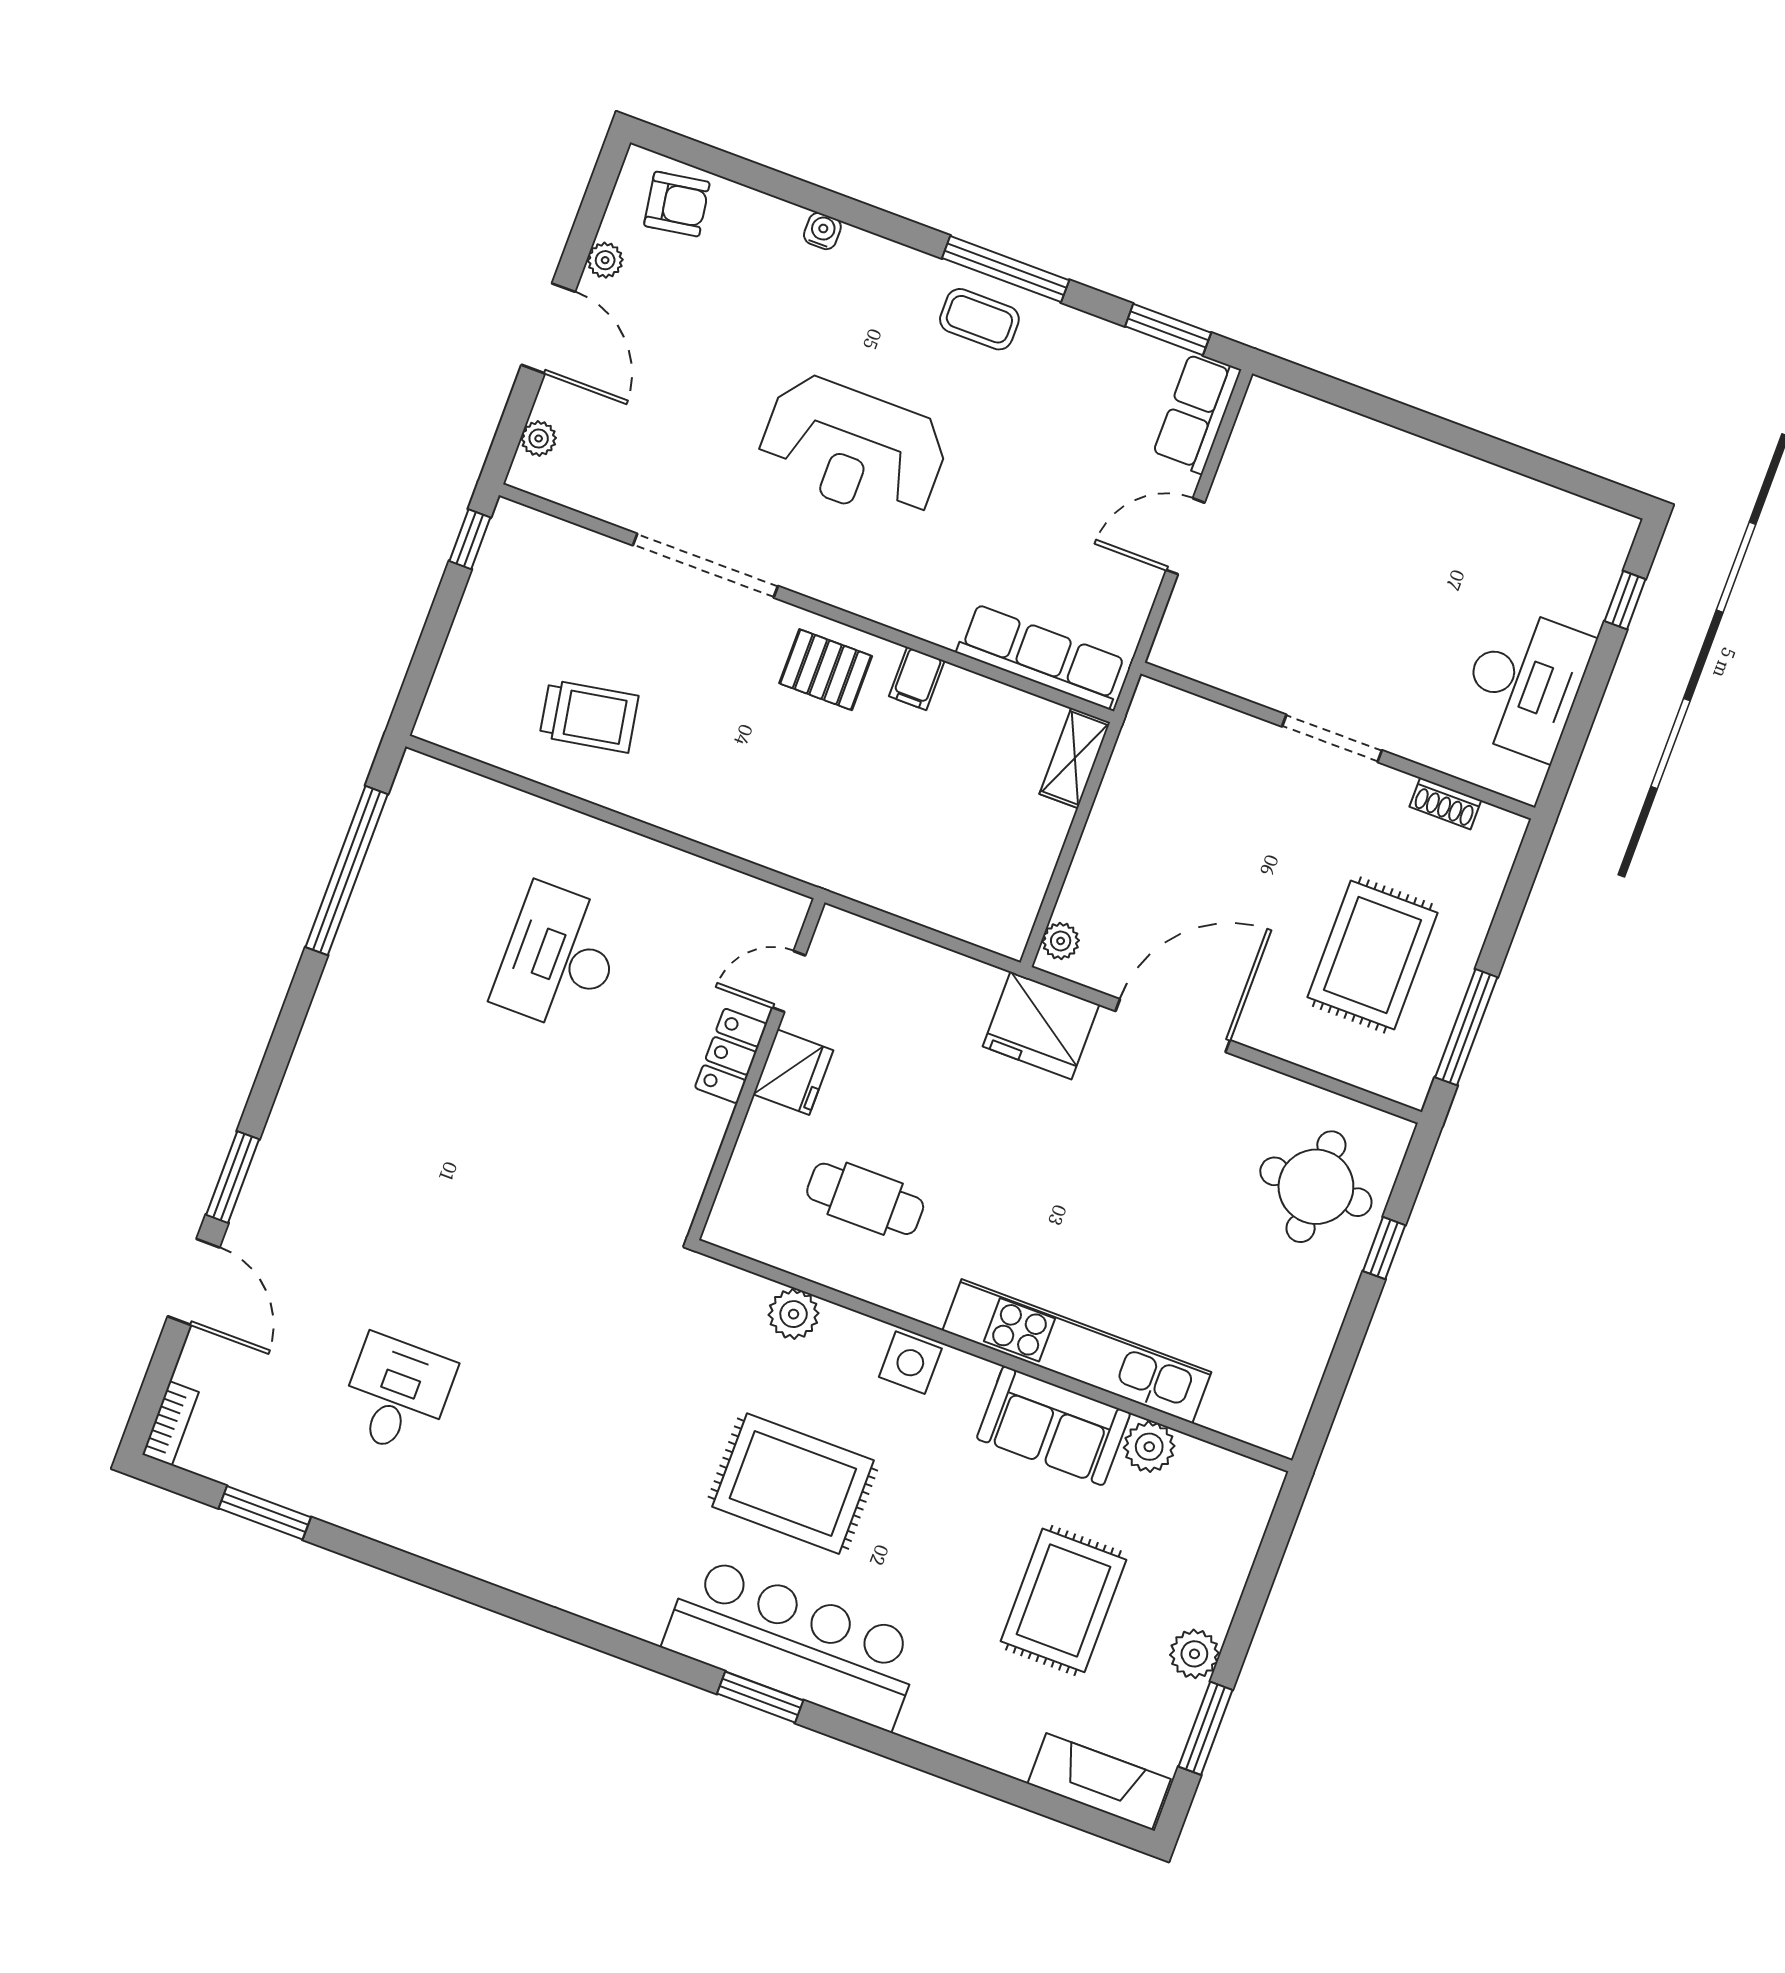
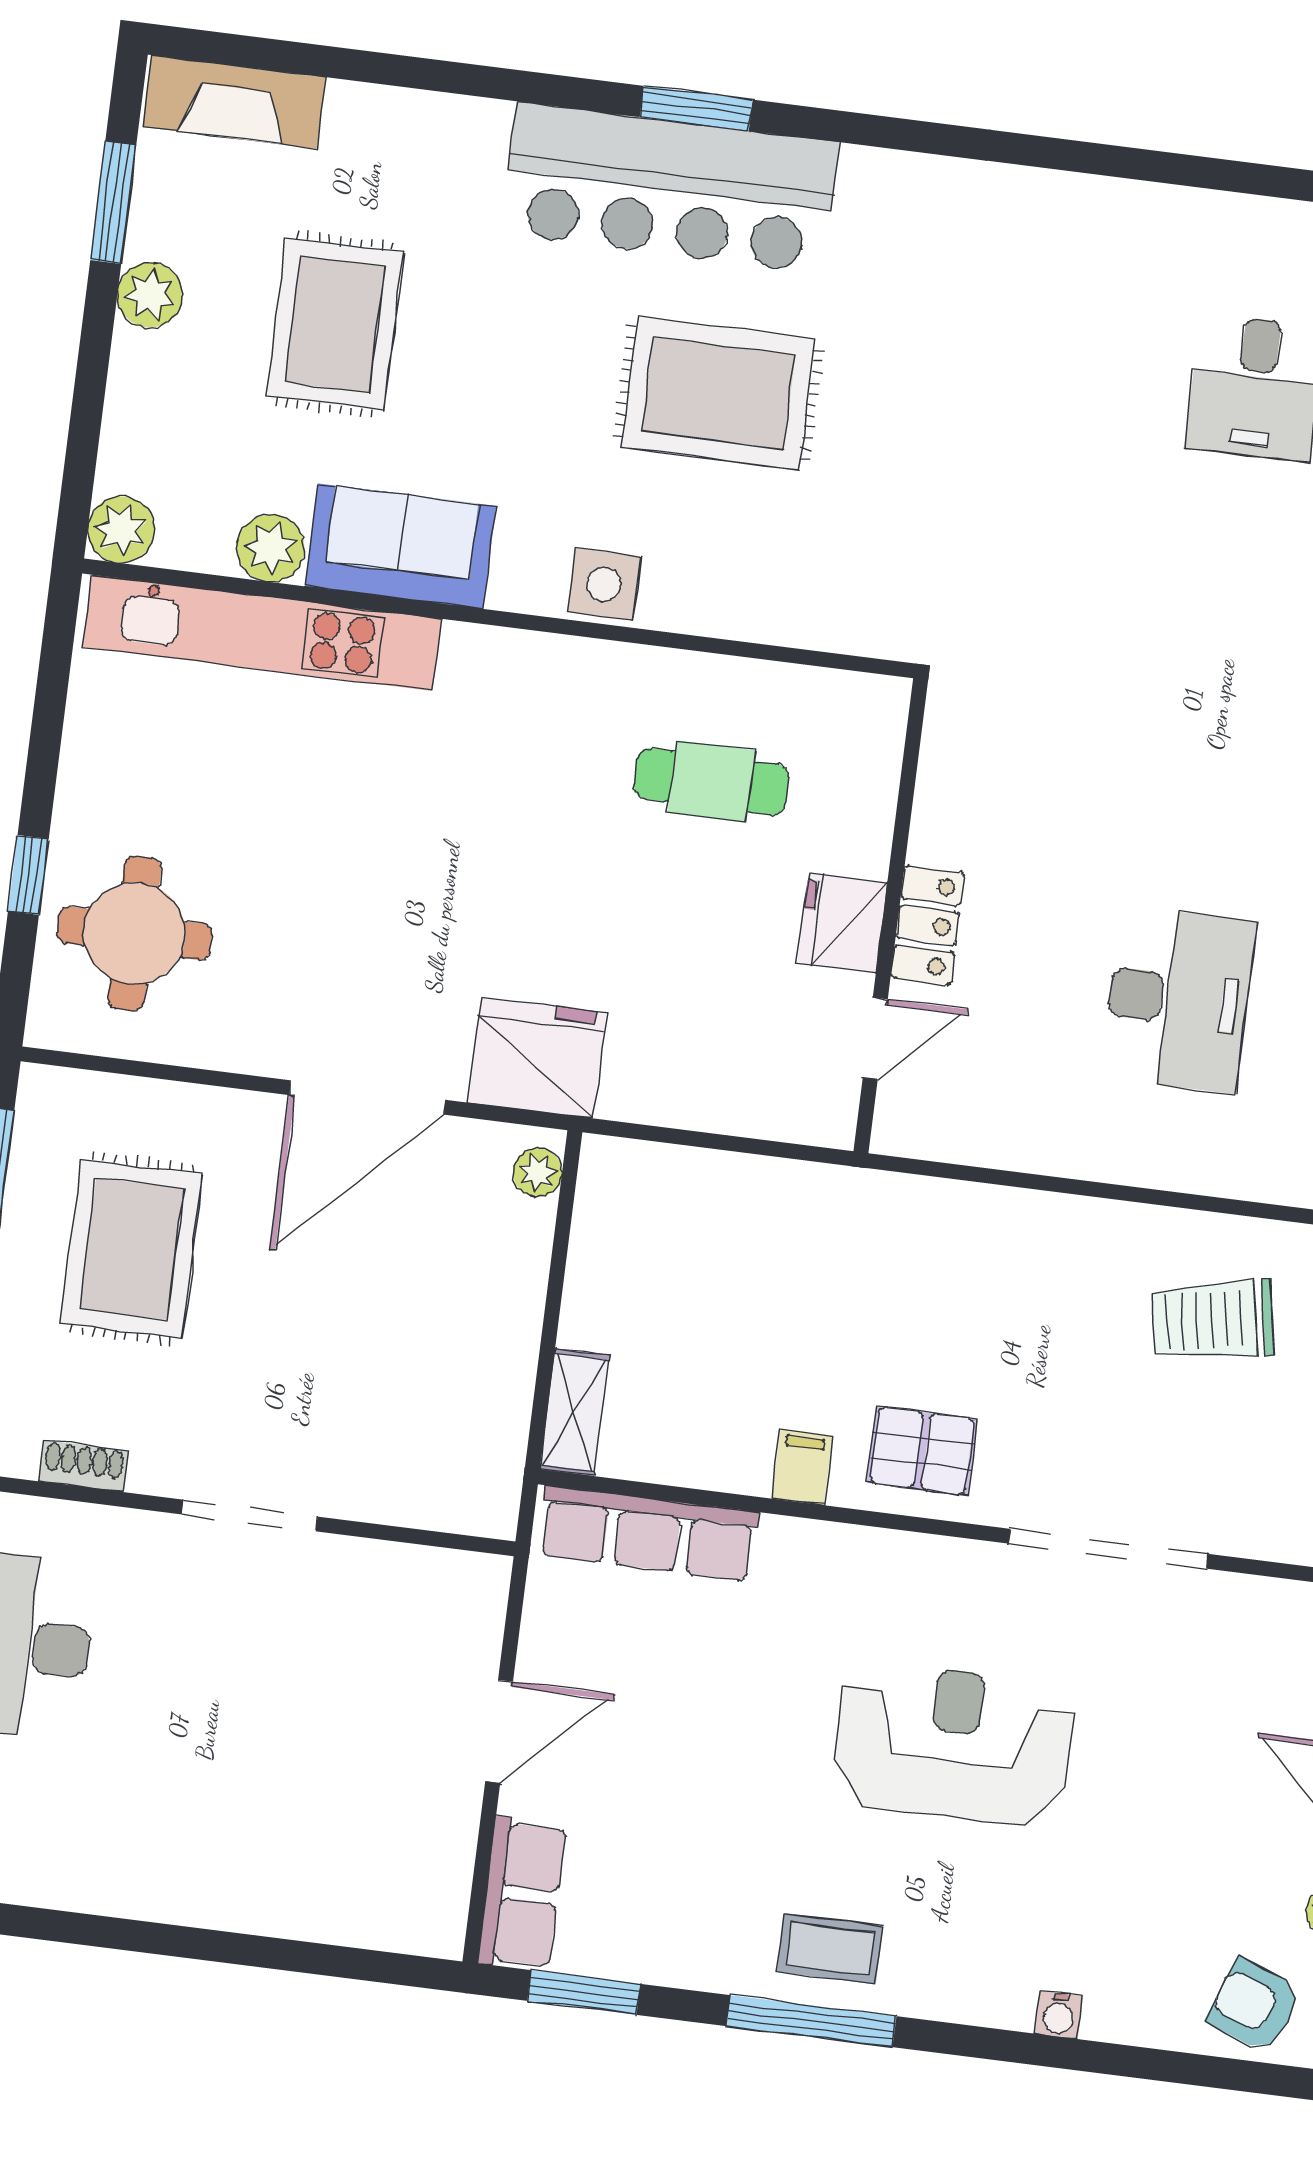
armchair: (677, 204) -> (1254, 2006), turned 30
plant: (794, 1314) -> (121, 530), moved
kitchen unit: (1077, 1351) -> (262, 633), moved

